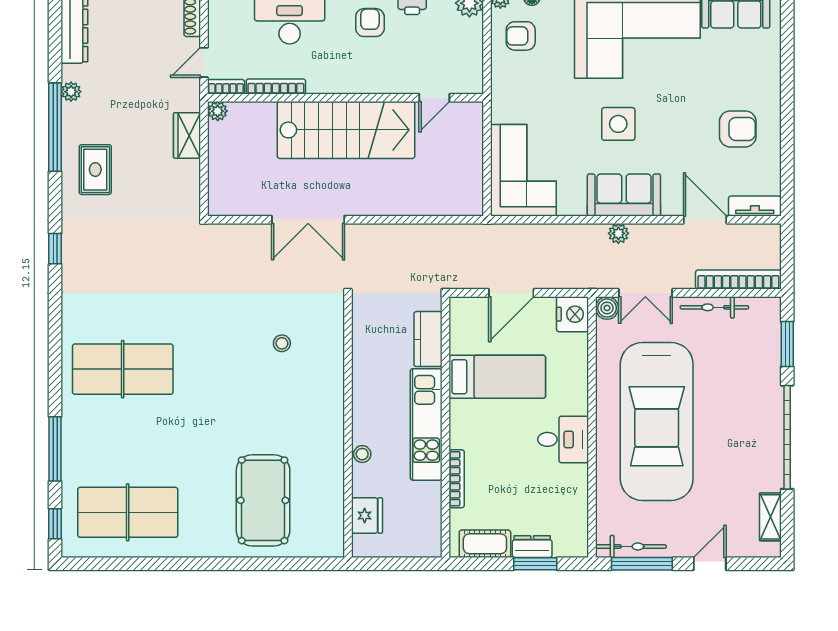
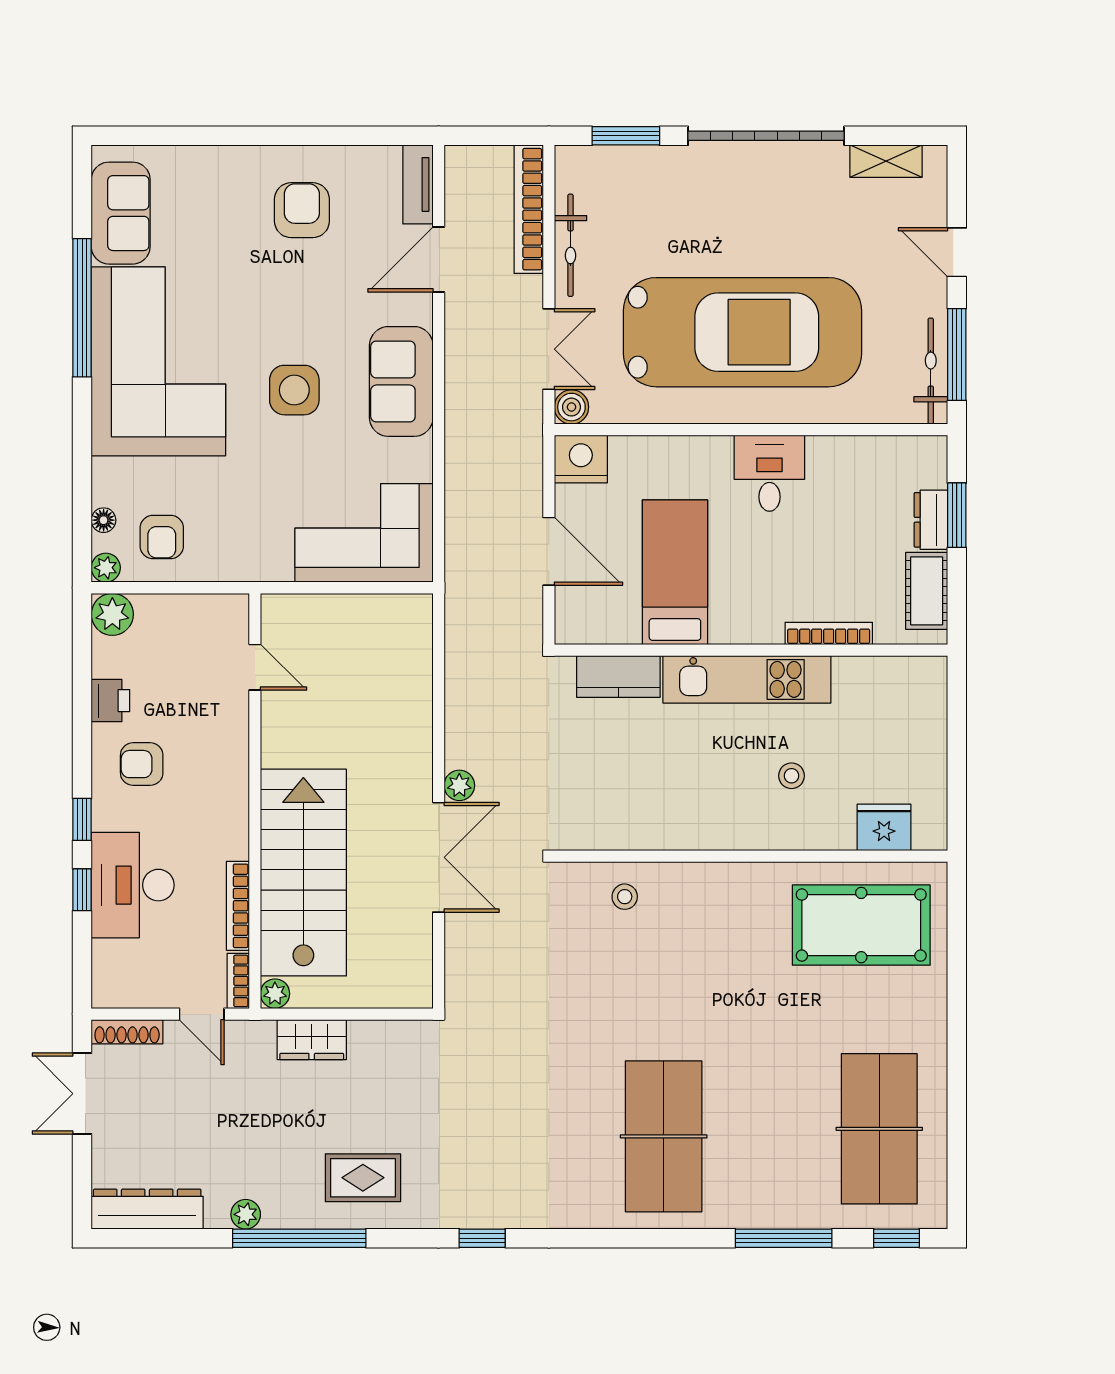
stairs: (346, 130) -> (303, 873), moved
plant: (618, 233) -> (459, 785), moved
wall: (348, 427) -> (751, 856), moved
fridge: (367, 515) -> (884, 827), moved

